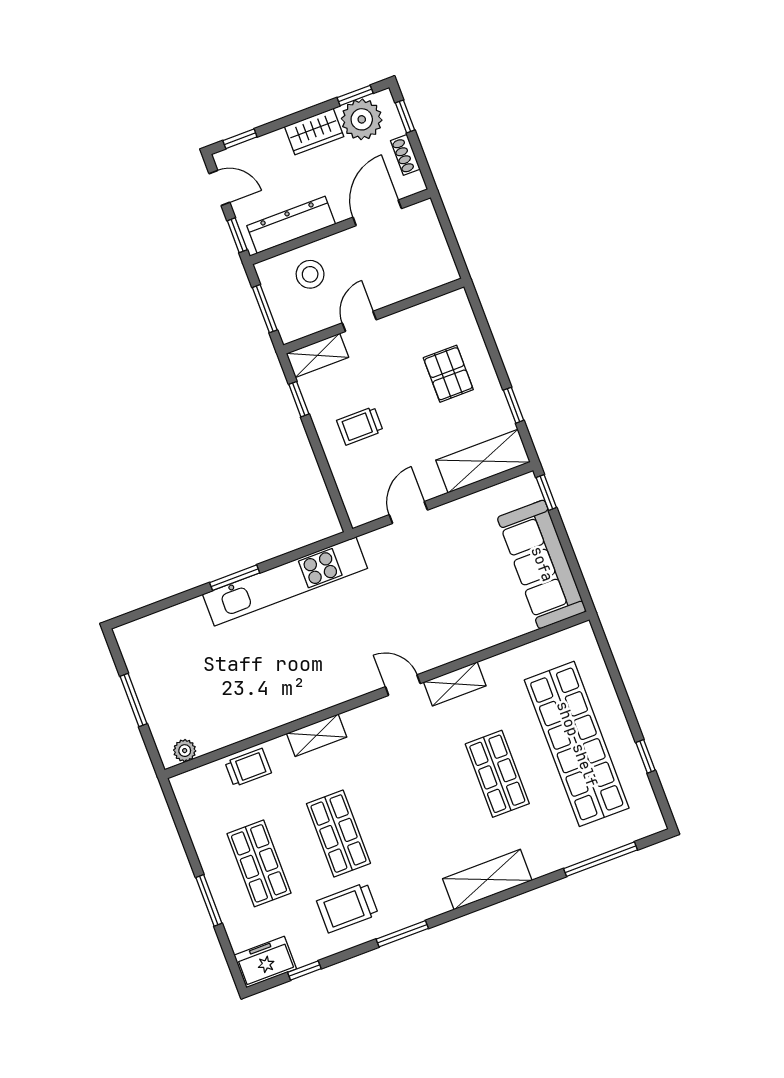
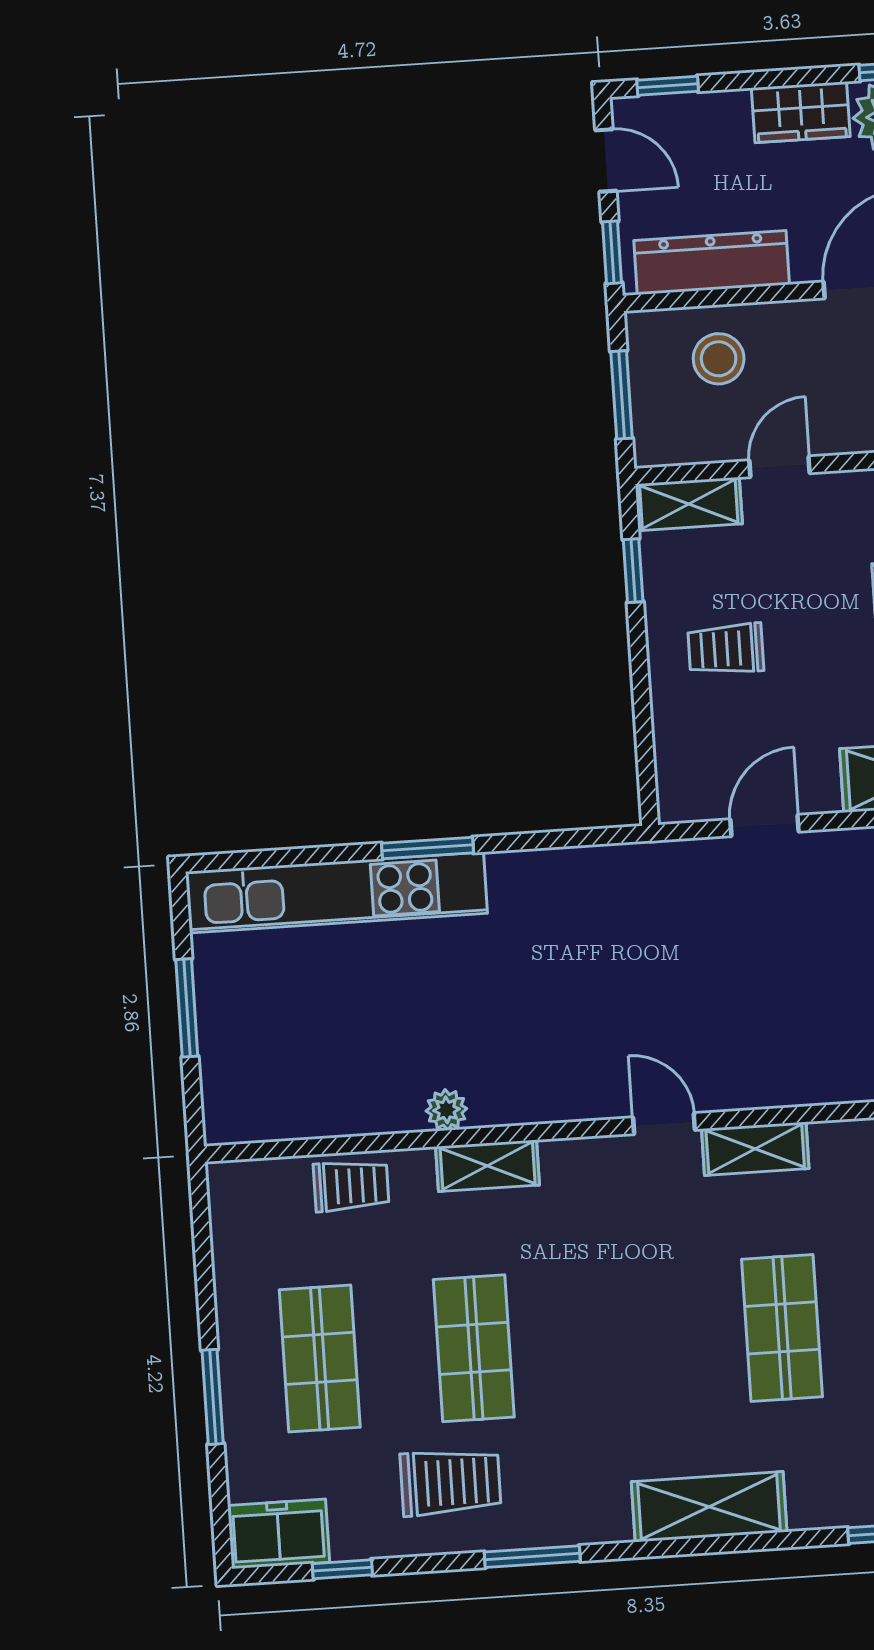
kitchen unit: (285, 581) -> (336, 893), moved
plant: (185, 751) -> (446, 1110), moved
trolley: (347, 908) -> (450, 1482), turned 180

